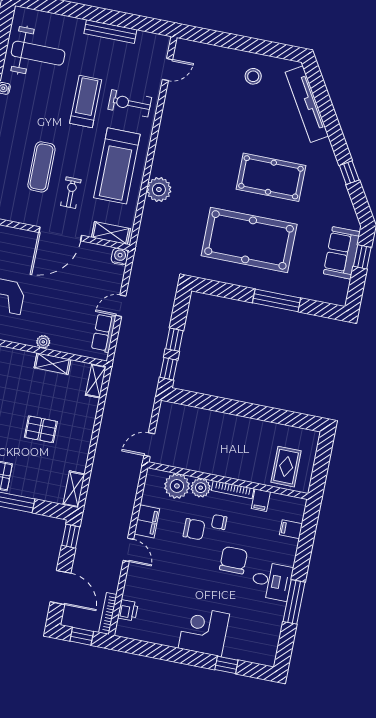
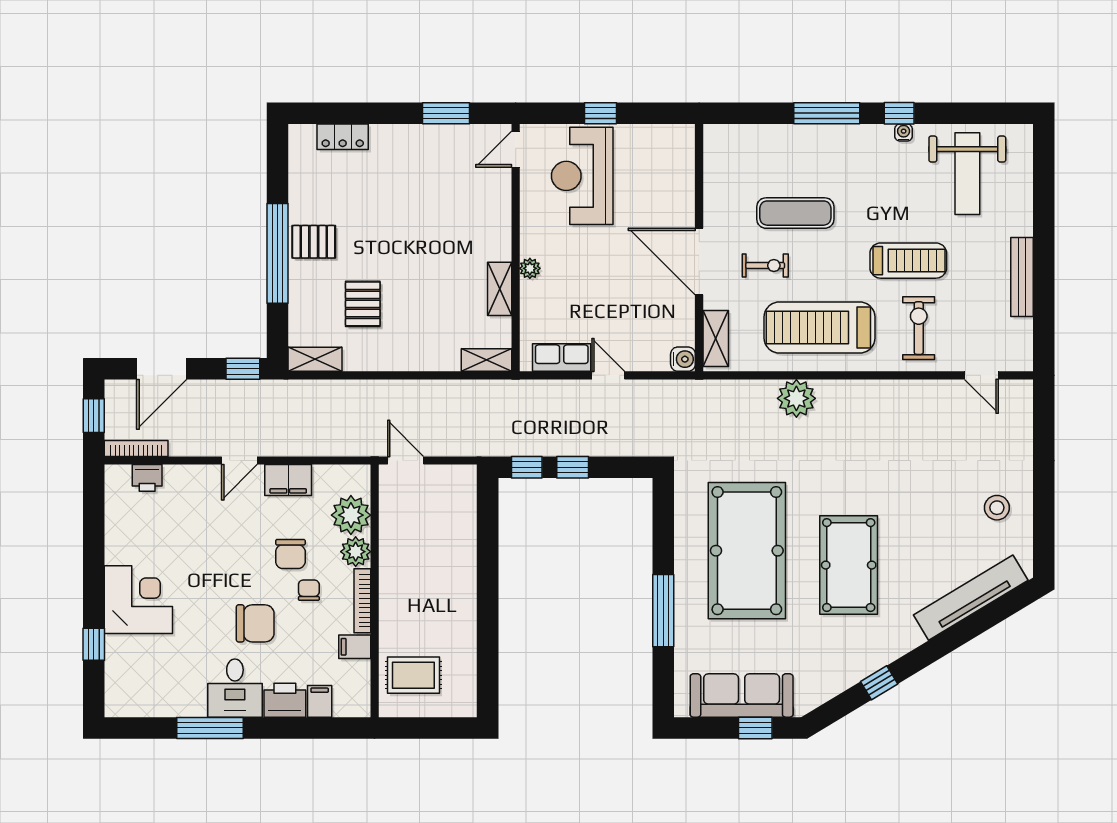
sofa: (342, 253) -> (742, 695), width x1.36
pallet: (41, 429) -> (363, 304), moved
printer: (286, 551) -> (285, 700), added

